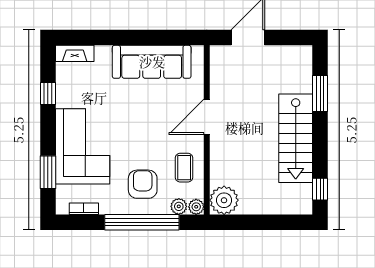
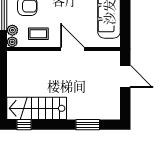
stairs: (296, 138) -> (37, 108), moved
plant: (224, 200) -> (17, 60), removed

